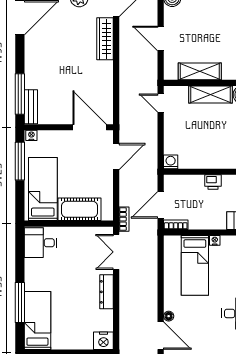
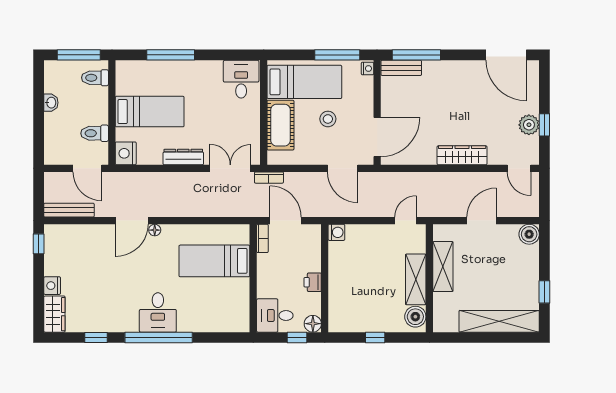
wardrobe: (105, 39) -> (462, 155), moved
stool: (74, 169) -> (328, 119), added
nightstand: (215, 240) -> (244, 284), removed
bed: (37, 320) -> (150, 112), moved

